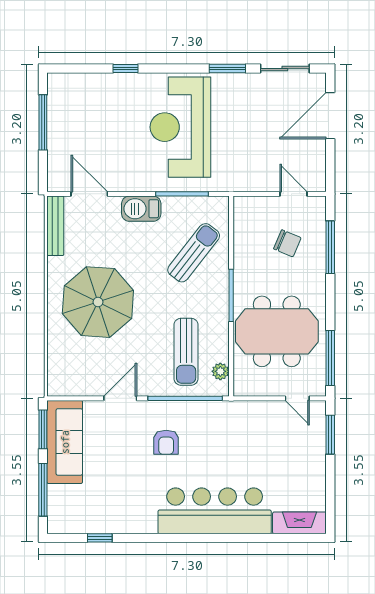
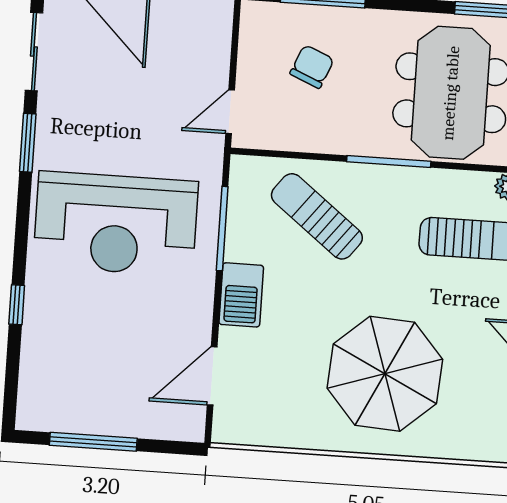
door: (293, 194) -> (230, 112), moved
bench: (55, 226) -> (259, 433), removed

